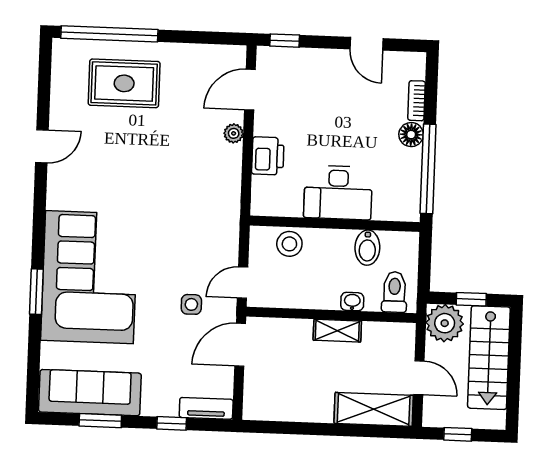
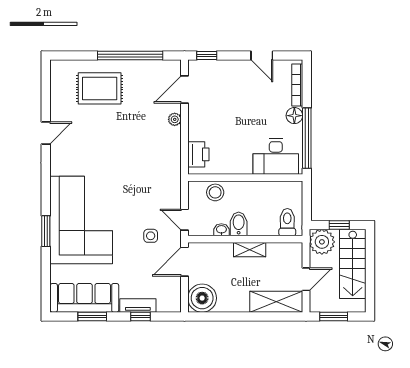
window: (109, 34) -> (130, 55), moved
bookcase: (417, 101) -> (297, 85), width x1.56
printer: (268, 156) -> (198, 154), moved
desk: (338, 193) -> (276, 157), moved
bidet: (367, 248) -> (239, 224), moved, turned 180
door: (243, 283) -> (185, 220), hinge flipped
washbasin: (352, 302) -> (221, 230), moved
door: (419, 378) -> (306, 279), hinge flipped
boiler: (264, 400) -> (202, 298), added
tv unit: (206, 408) -> (138, 305), moved
window: (458, 434) -> (334, 316), width x1.50

